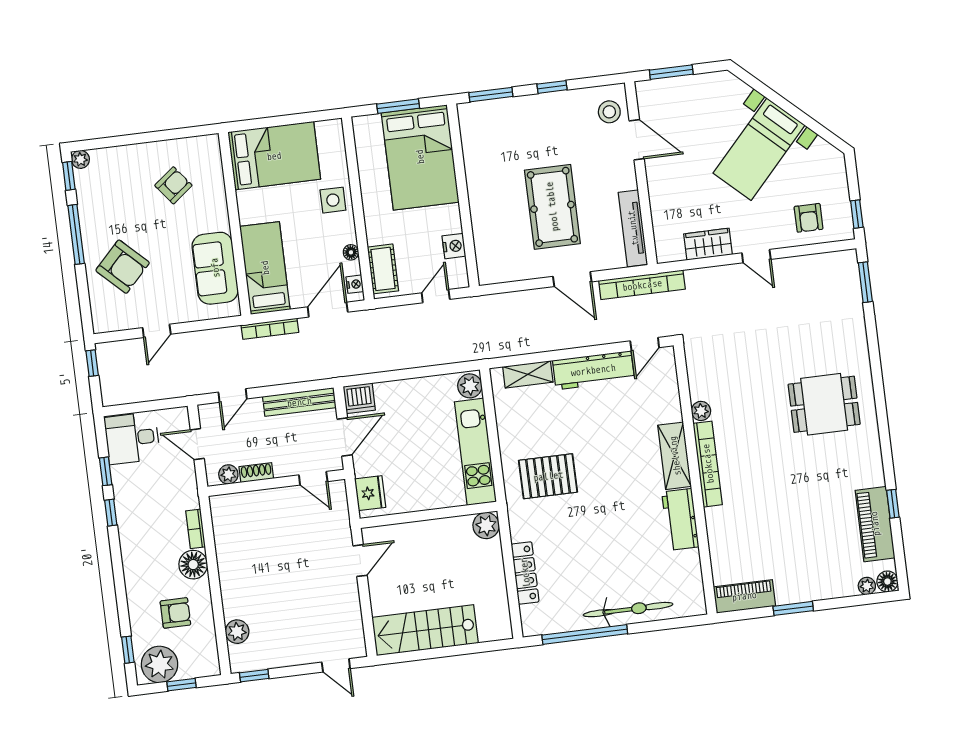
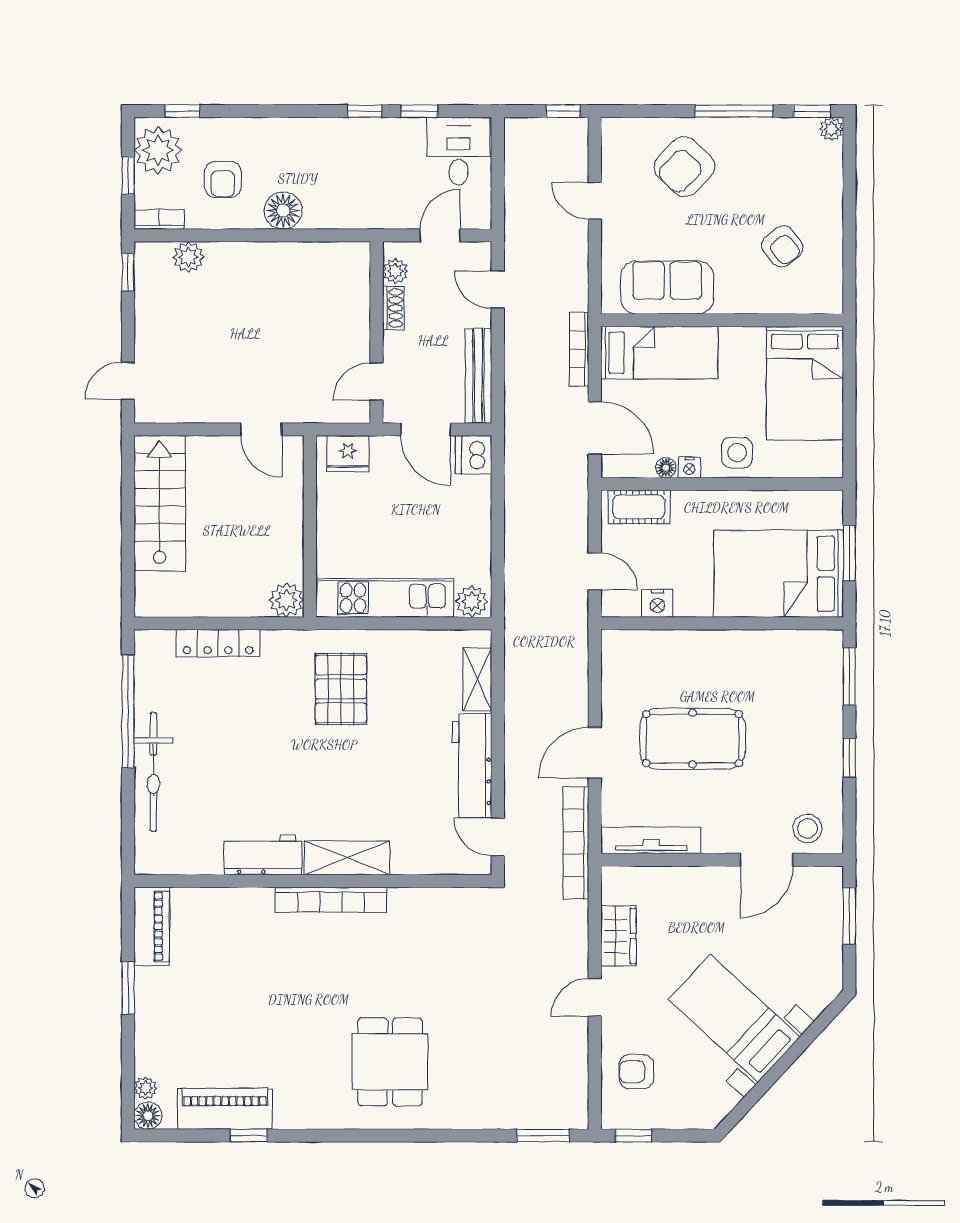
nightstand: (355, 284) -> (689, 468), moved
plant: (701, 411) -> (401, 900), removed
bookcase: (195, 529) -> (159, 219), moved

